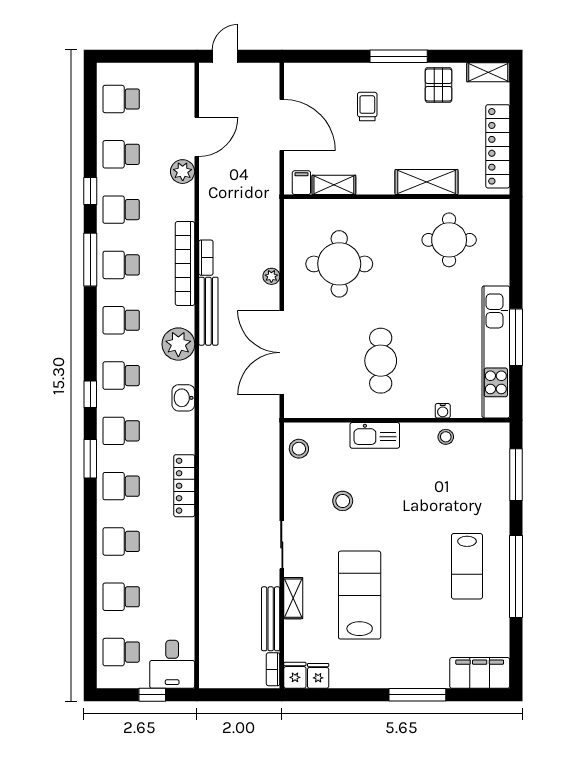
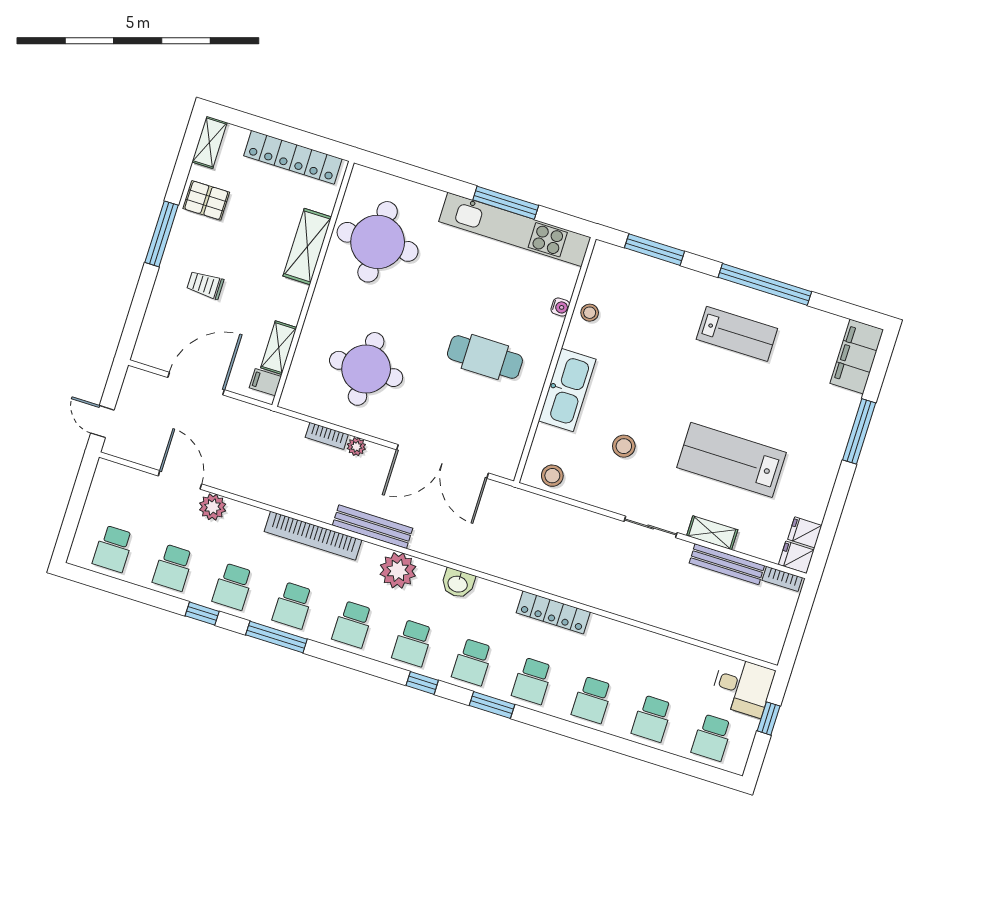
round table: (449, 240) -> (378, 242), width x1.36, depth x1.36
bookcase: (206, 258) -> (327, 436), moved, turned 180
kitchen sink: (375, 435) -> (567, 390), width x1.36, depth x1.24

